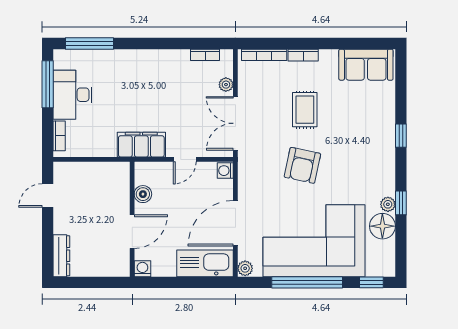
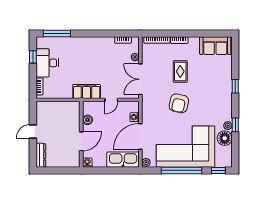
window: (48, 84) -> (33, 57), width x0.46
washing machine: (225, 171) -> (135, 117), moved
door: (48, 195) -> (33, 131), moved

